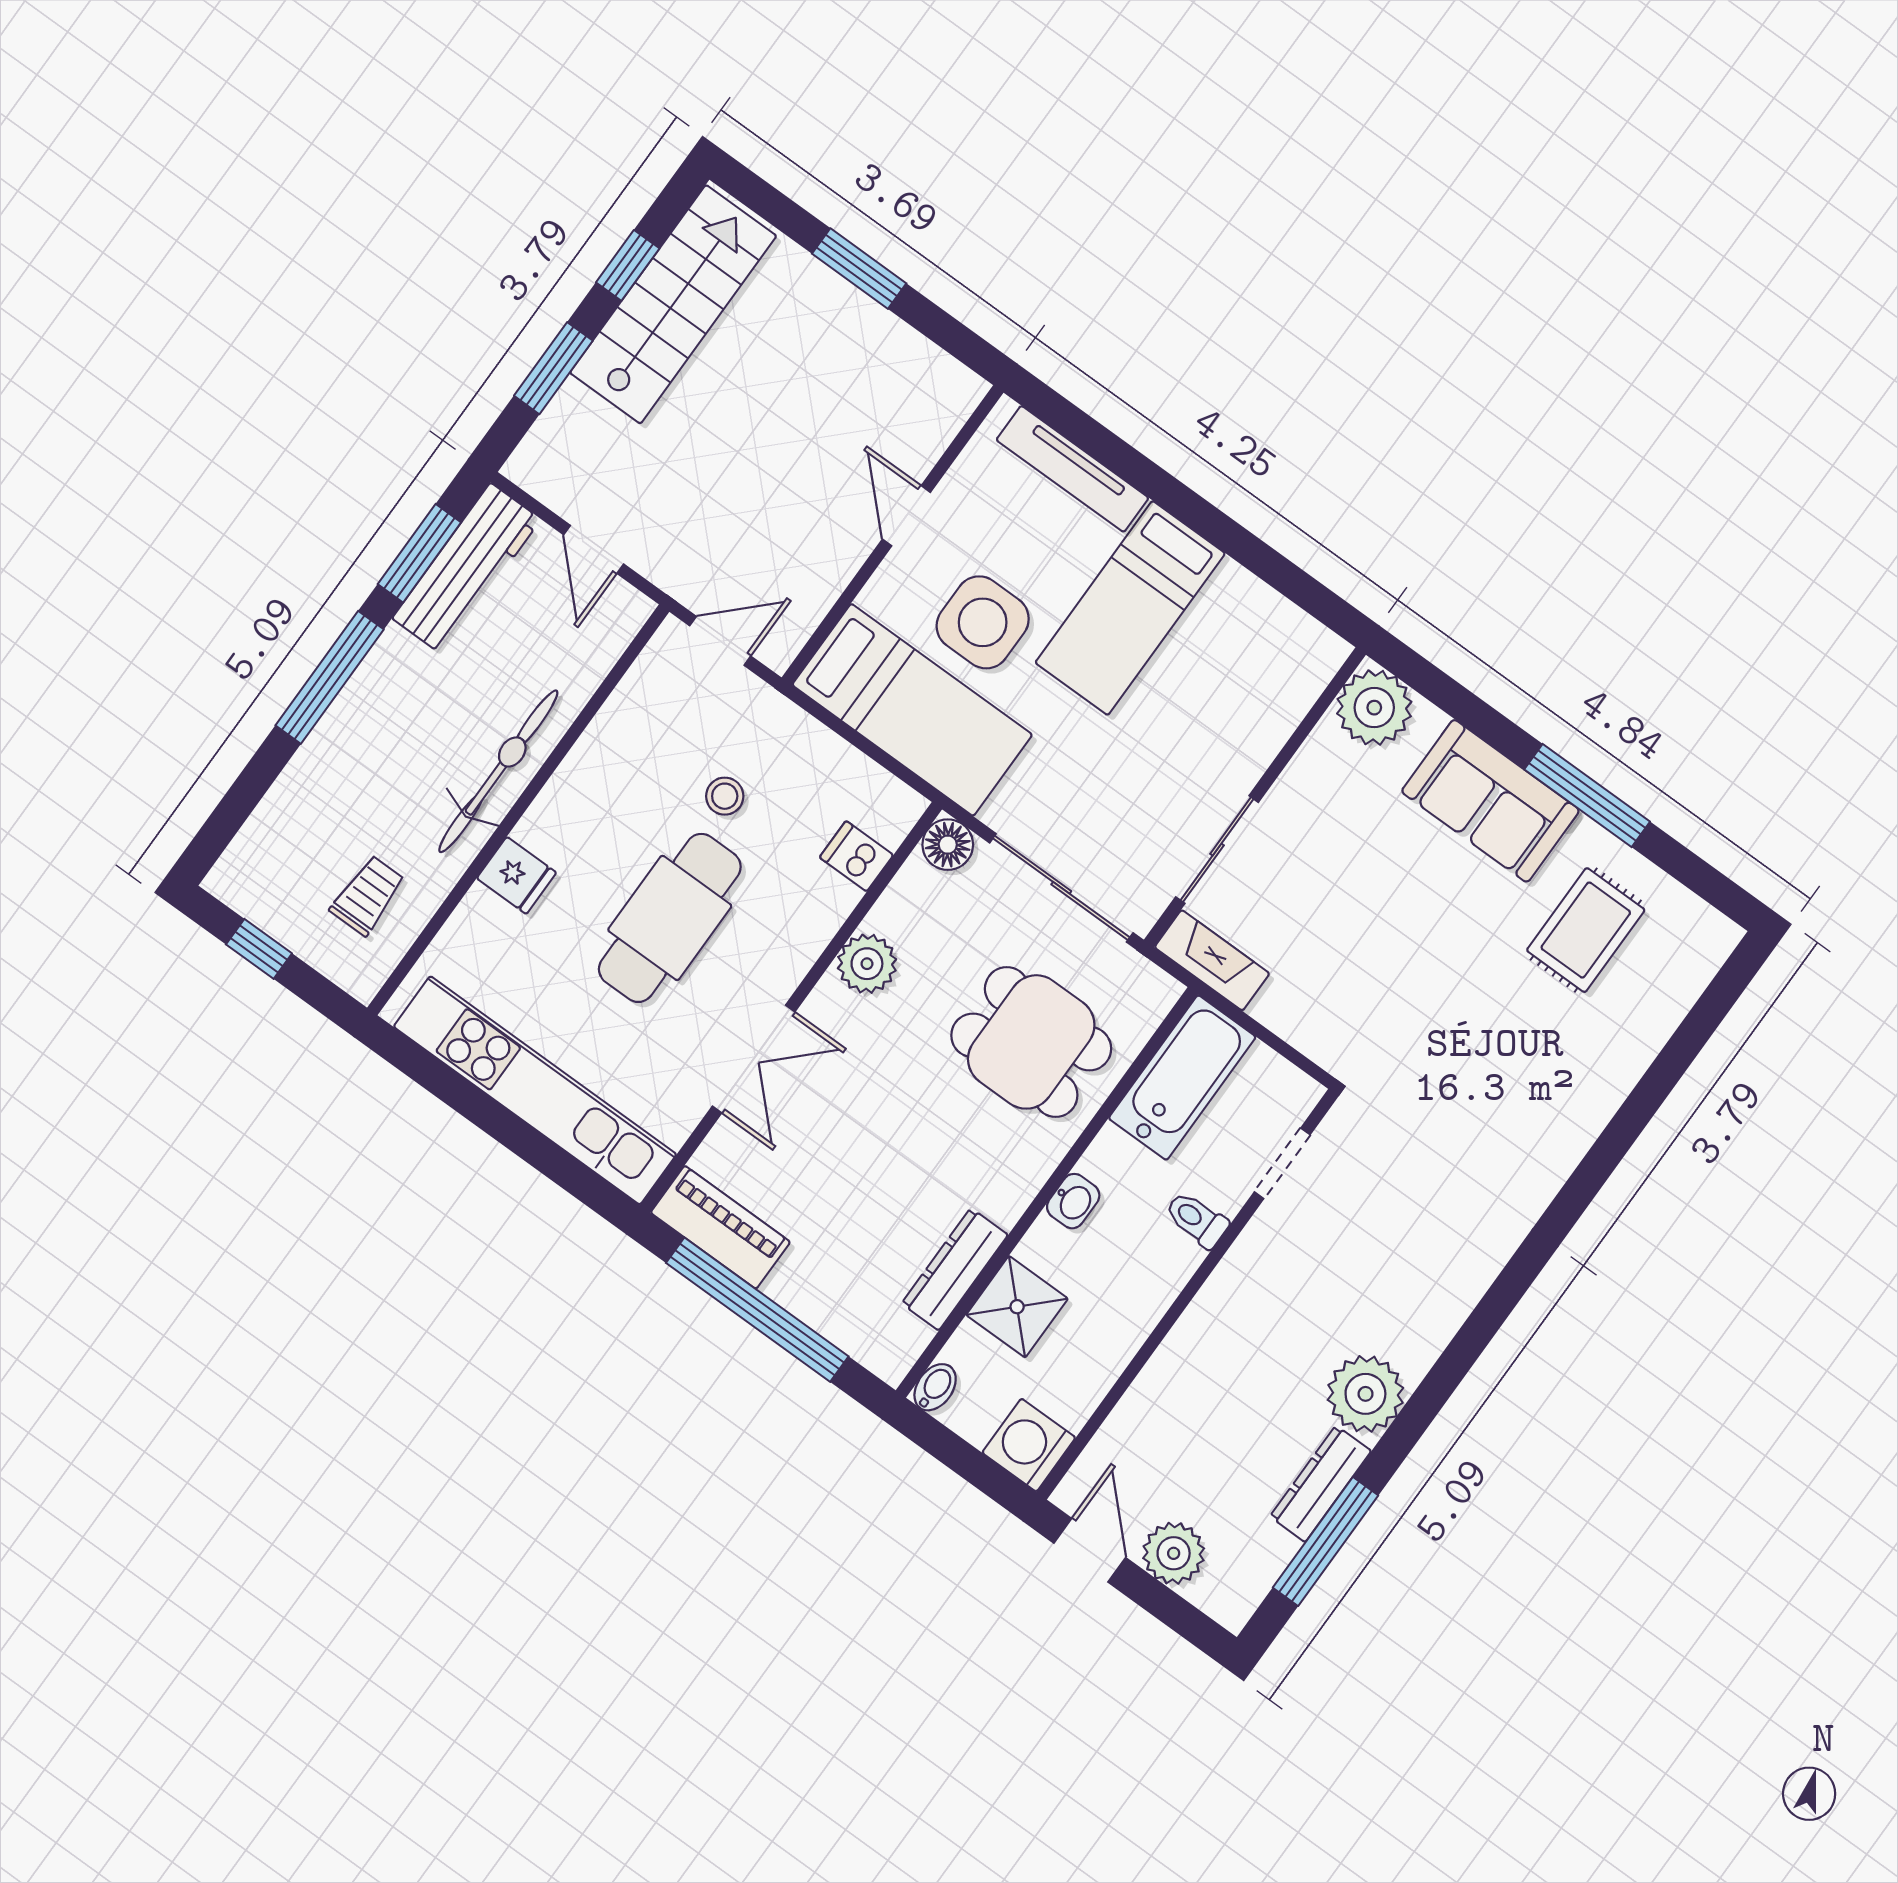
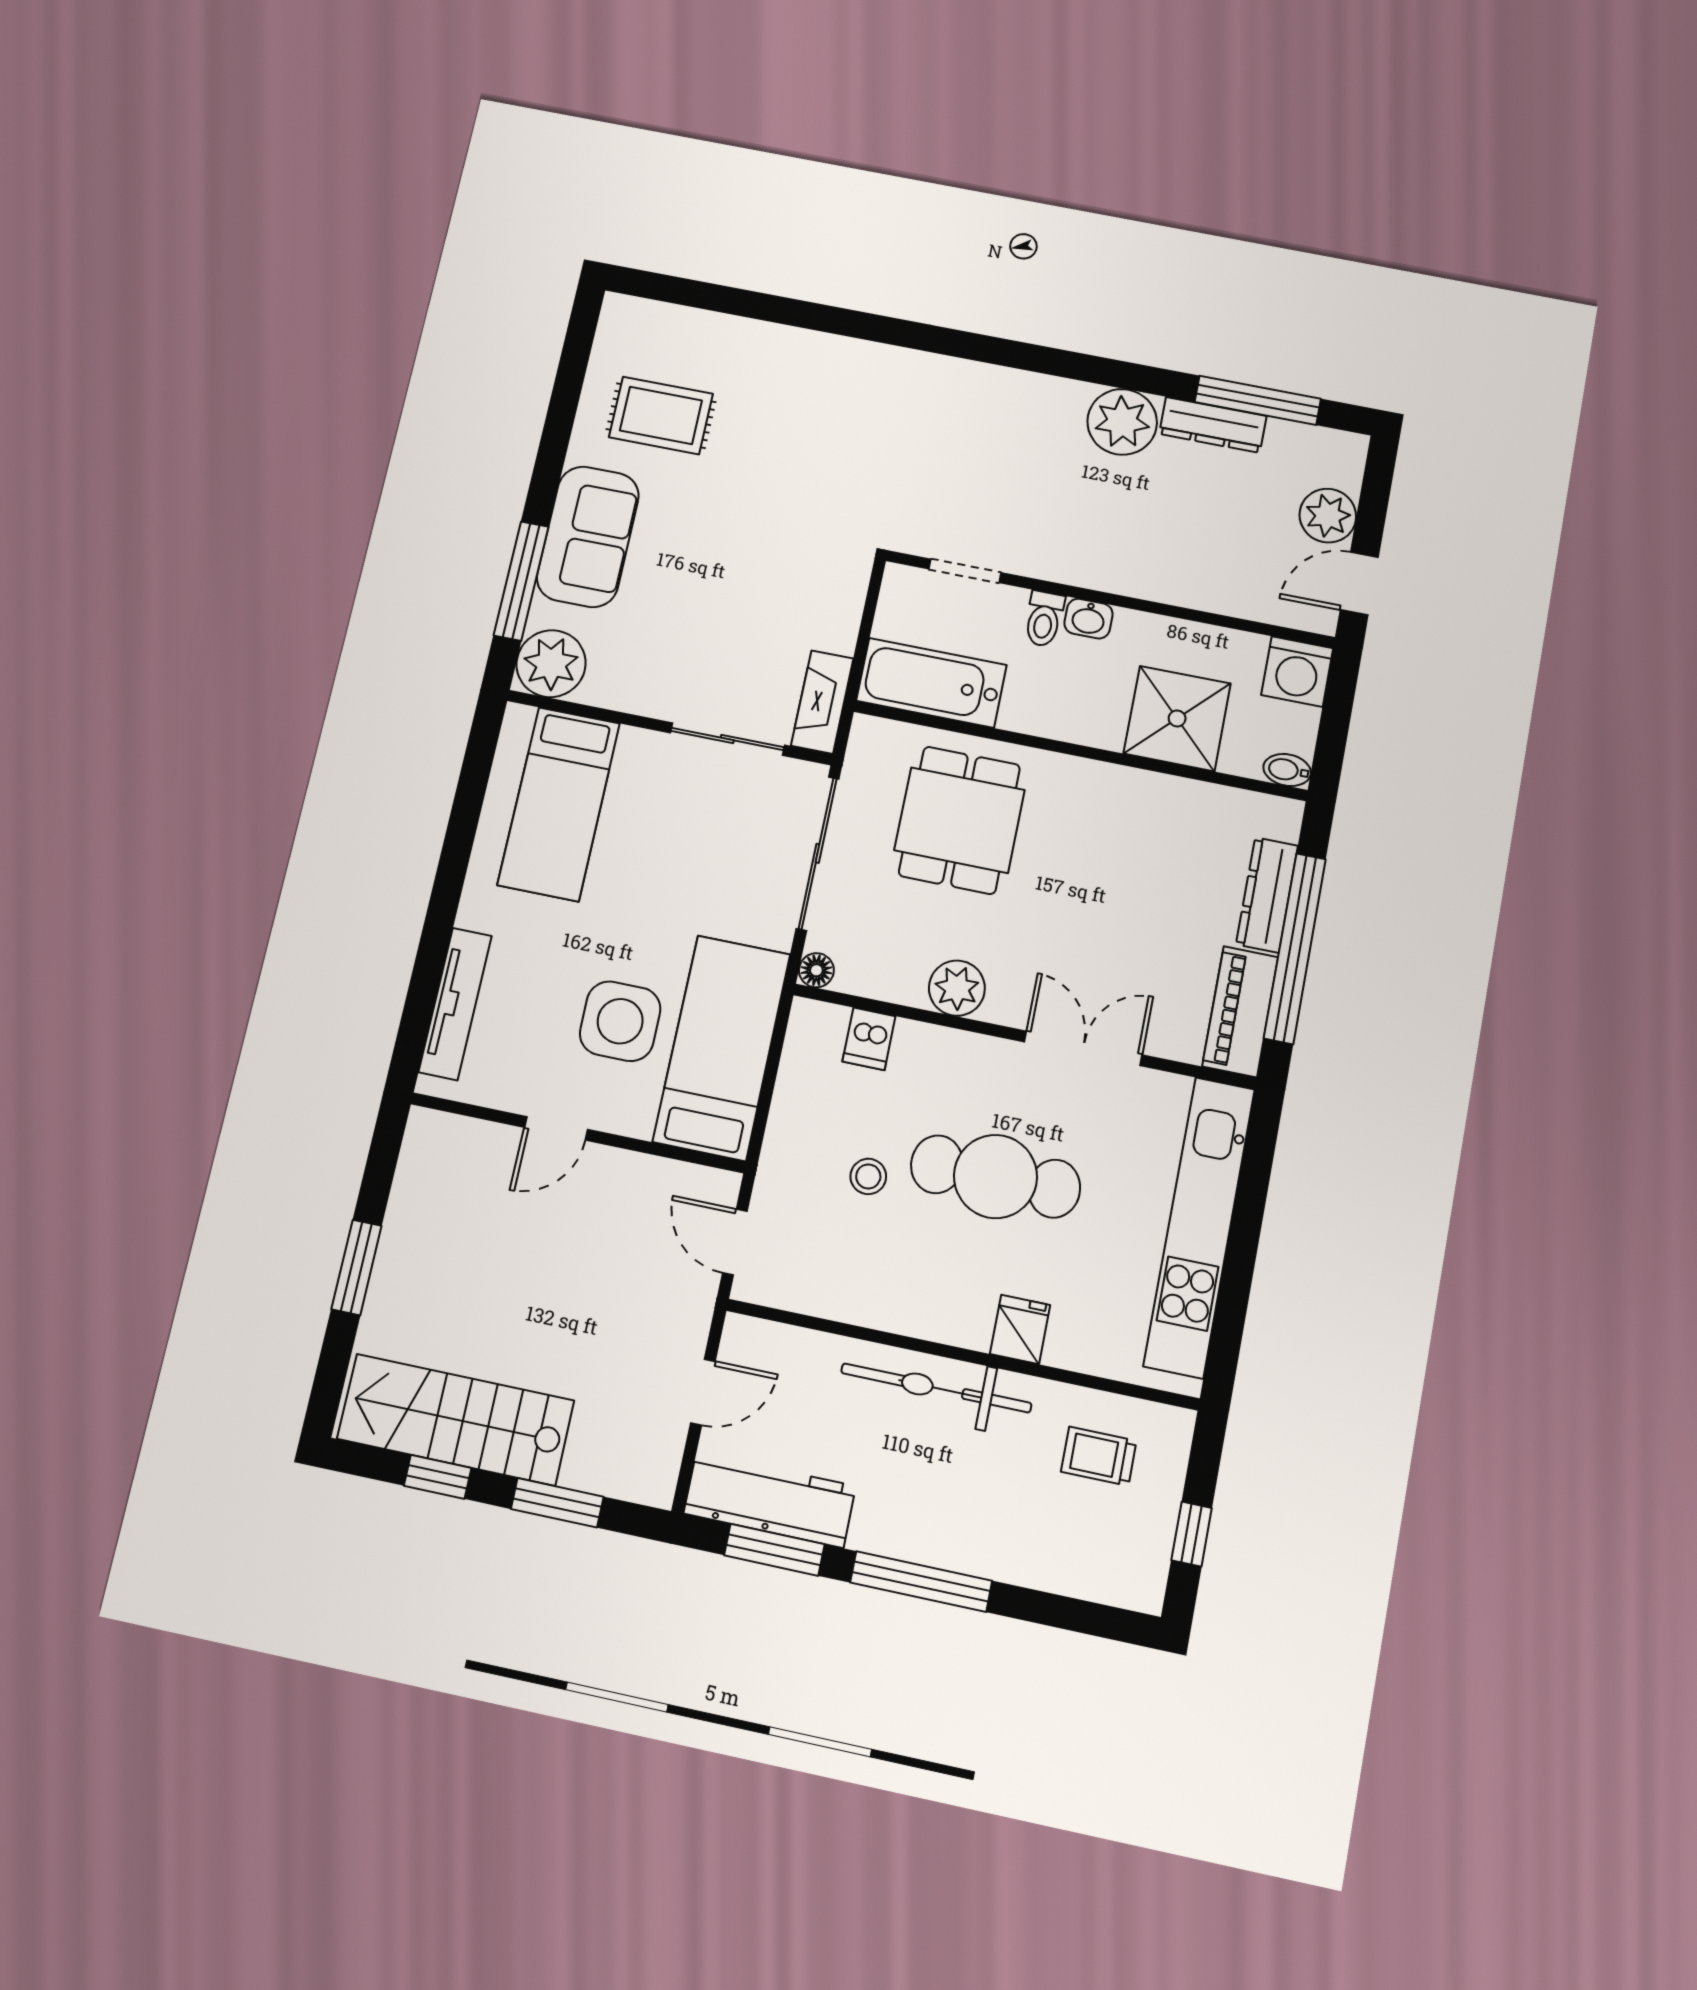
bed: (1130, 608) -> (559, 804), moved, turned 90
window: (1587, 795) -> (521, 581), moved
floor lamp: (948, 845) -> (816, 970), width x0.73, depth x0.73
washbasin: (1073, 1201) -> (1088, 619), moved, turned 180
dresser: (955, 1269) -> (1267, 895), moved, turned 90
shower: (1017, 1307) -> (1177, 718), width x1.36, depth x1.36

